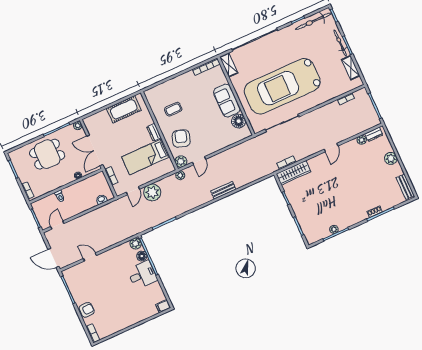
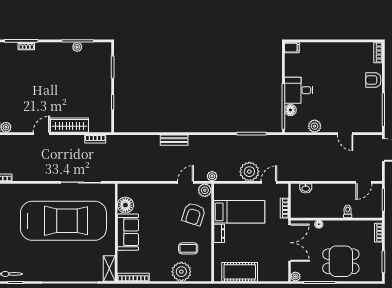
plant: (170, 88) -> (181, 272), added
wardrobe: (293, 173) -> (70, 125), moved
plant: (136, 244) -> (315, 126), moved

